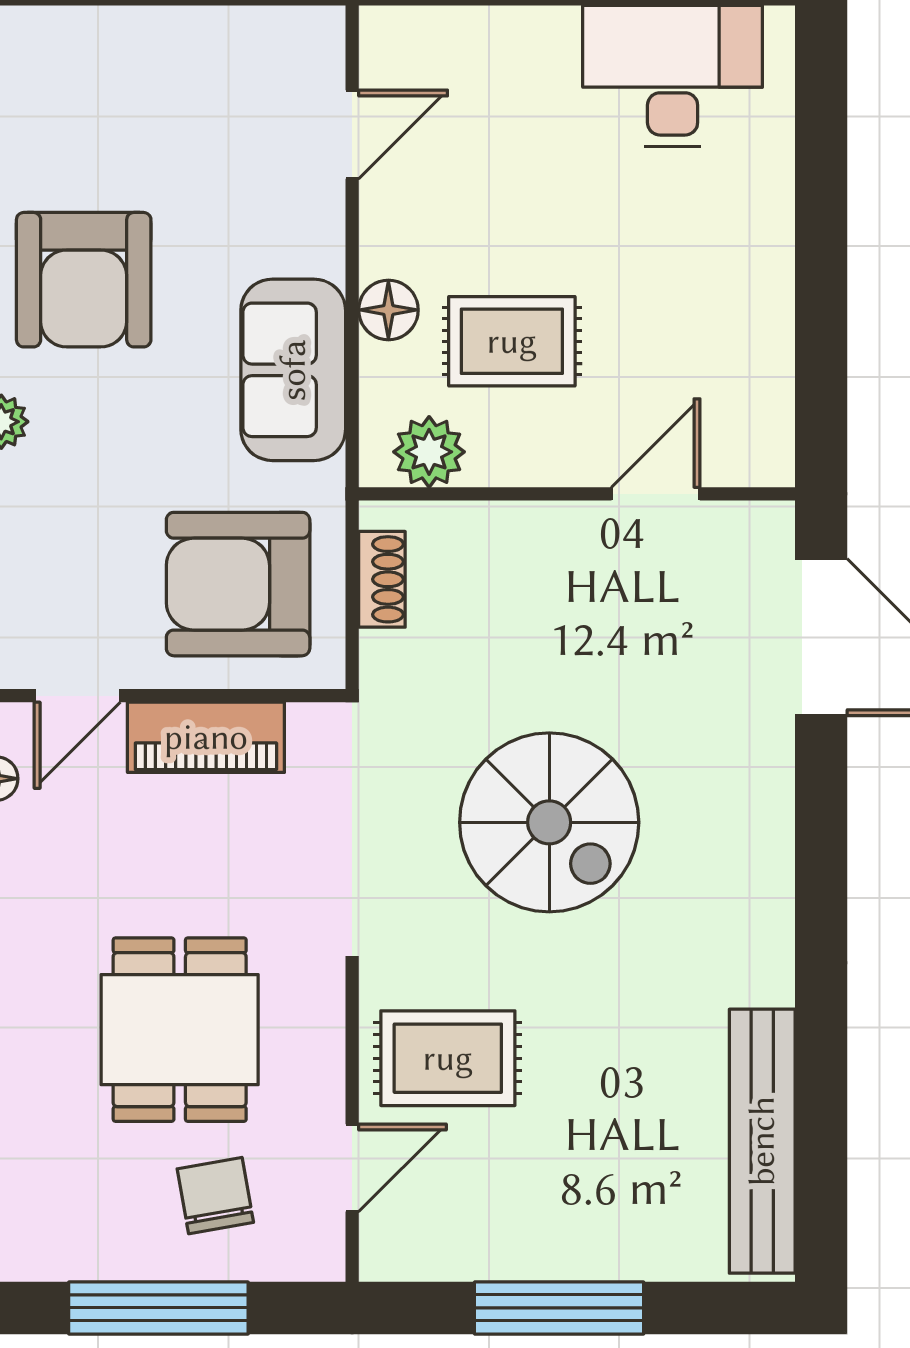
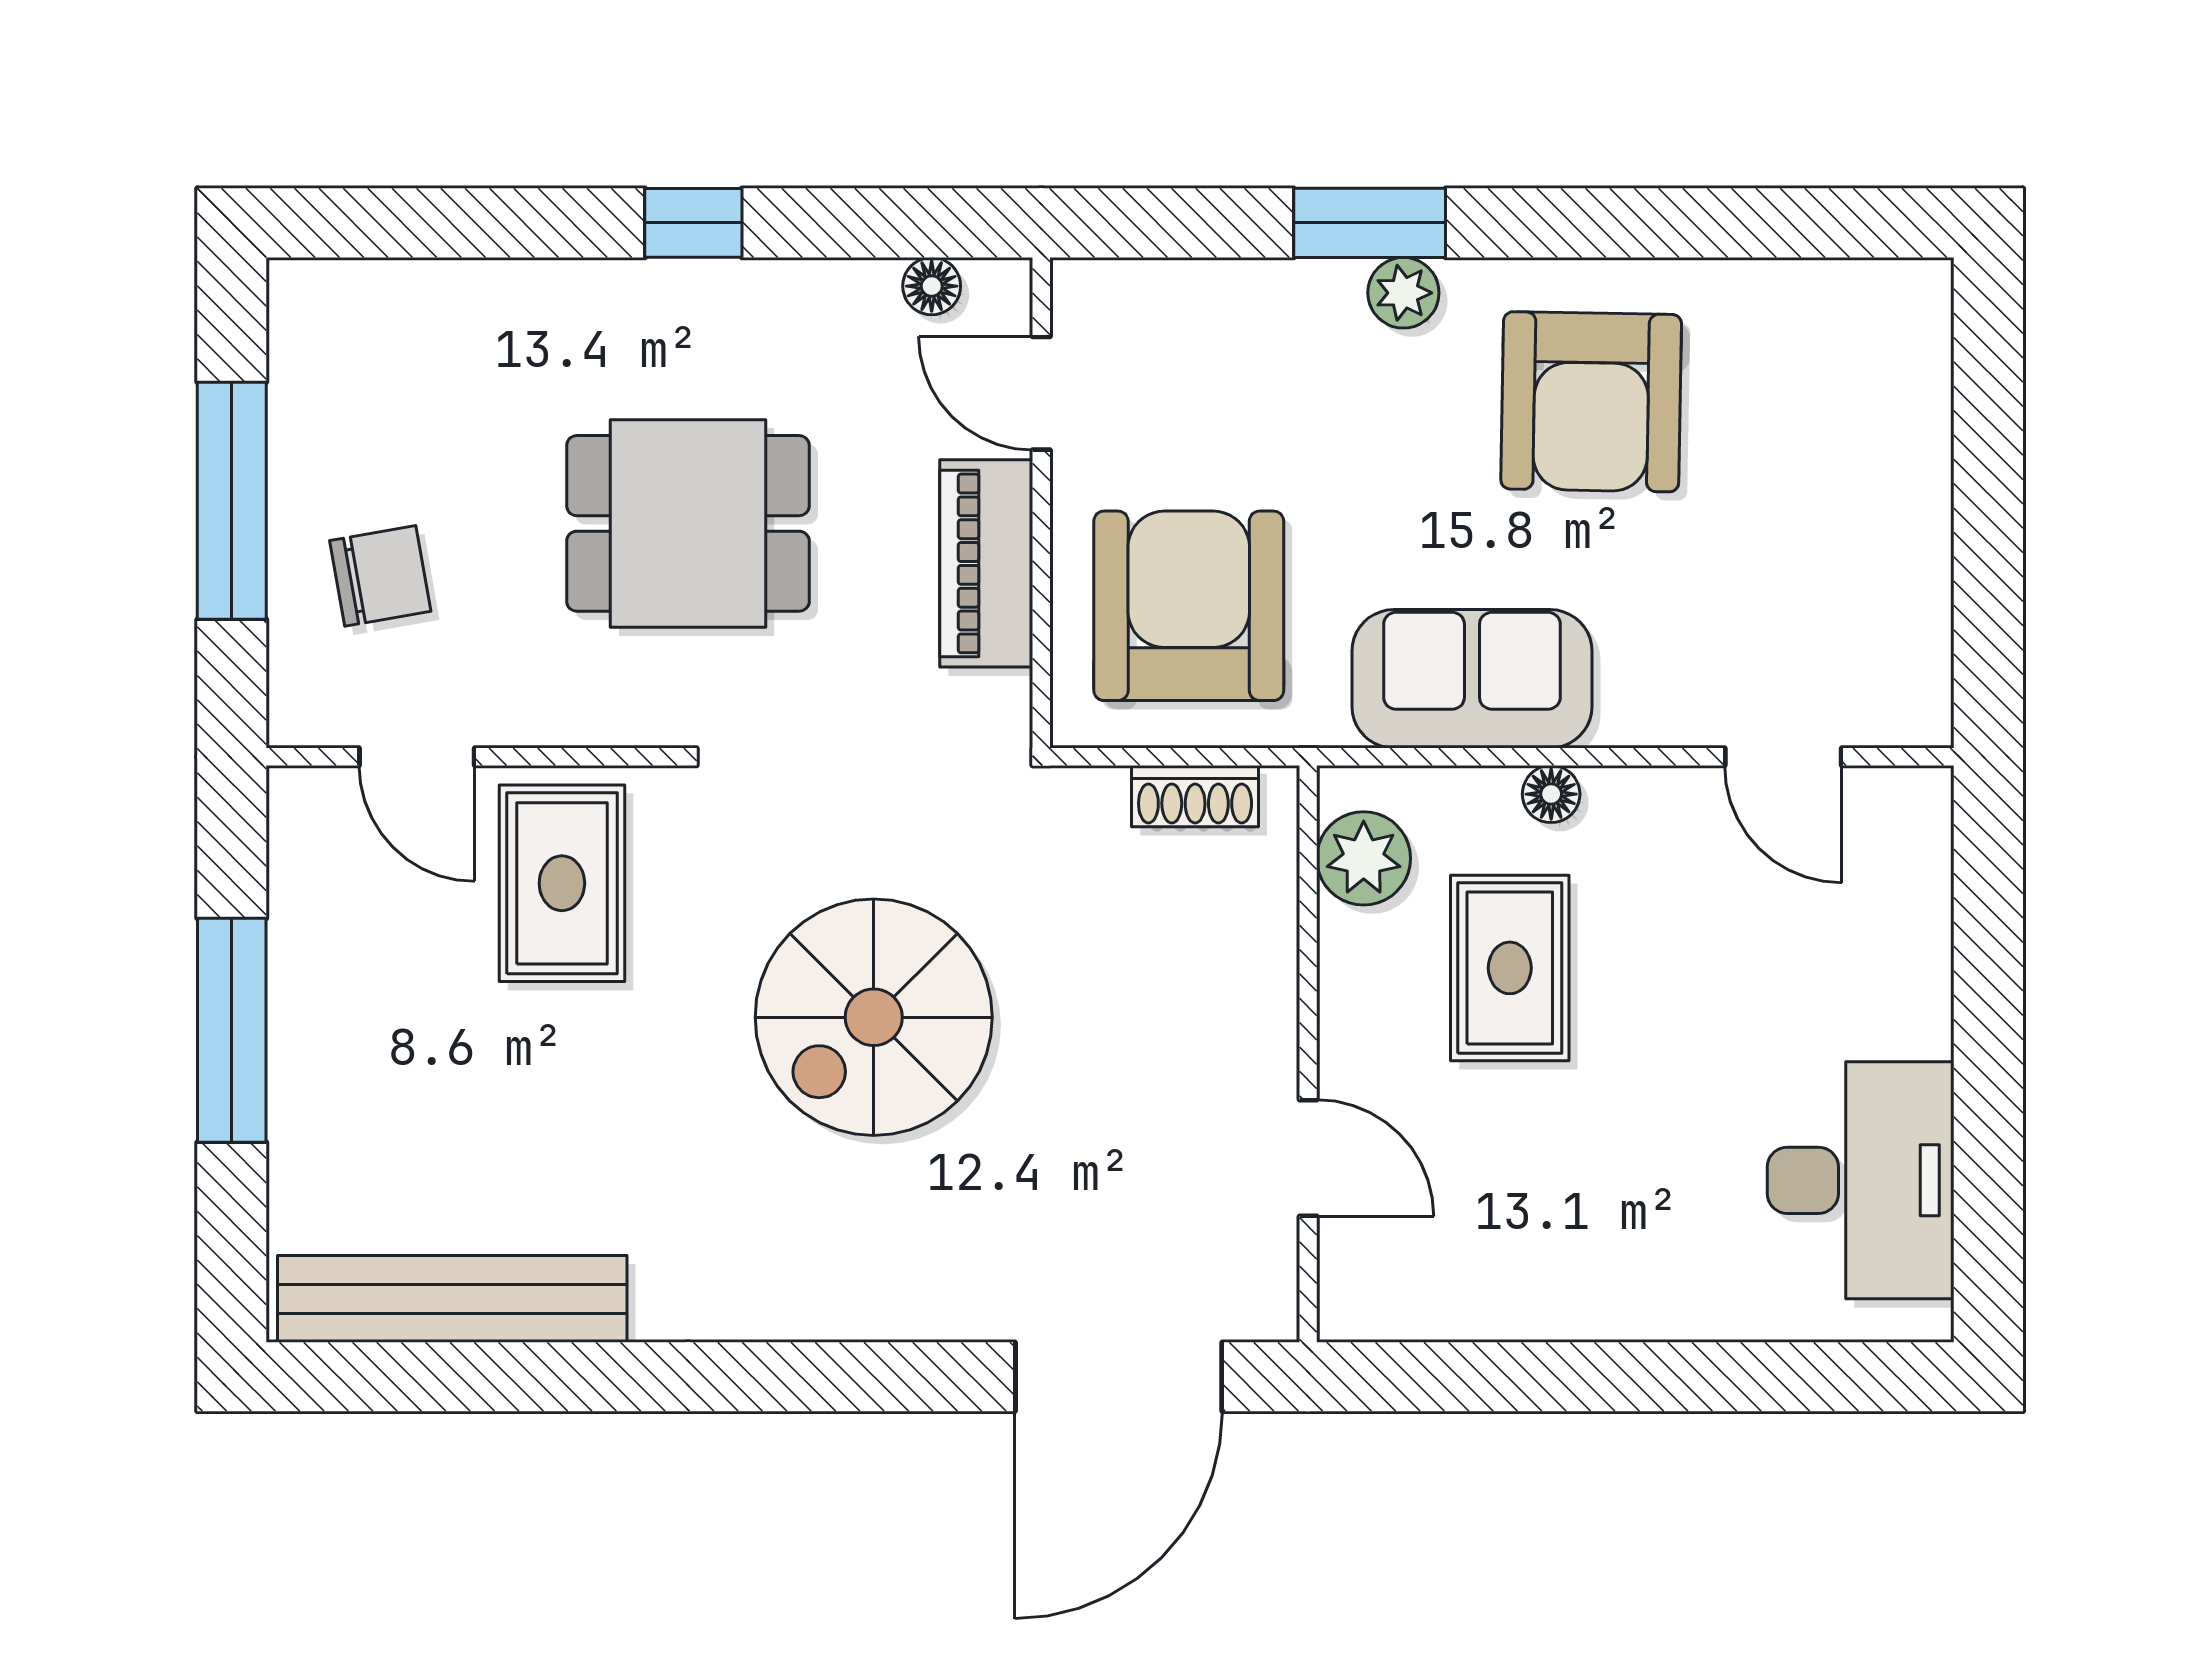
armchair: (84, 280) -> (1591, 402), turned -89
floor lamp: (388, 310) -> (1551, 794), width x0.73, depth x0.73
dining table: (180, 1030) -> (688, 523), moved

